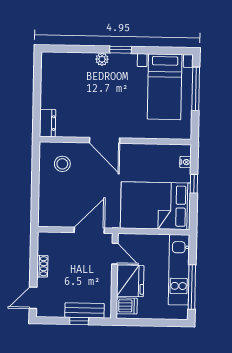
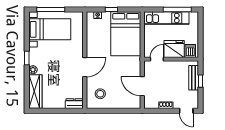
wardrobe: (68, 62) -> (35, 92), added
door: (89, 230) -> (142, 86), moved

